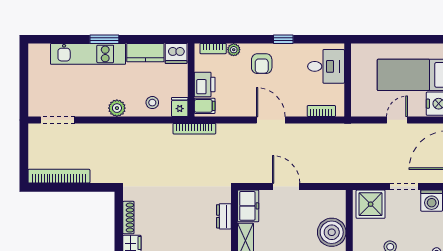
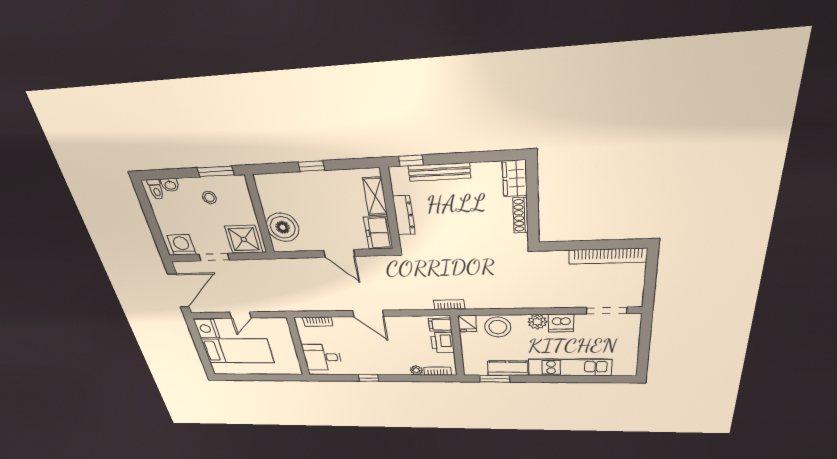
window: (104, 39) -> (495, 379), moved
dishwasher: (176, 54) -> (561, 323), moved, turned 180
armchair: (262, 64) -> (386, 359), removed
stool: (152, 103) -> (498, 327), width x1.89, depth x1.89
bookcase: (194, 129) -> (449, 305), width x0.64
dresser: (224, 216) -> (404, 215), width x1.44
boiler: (332, 232) -> (283, 227), moved

